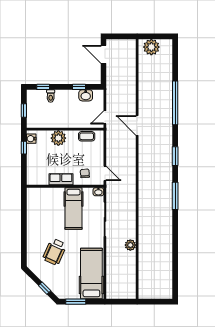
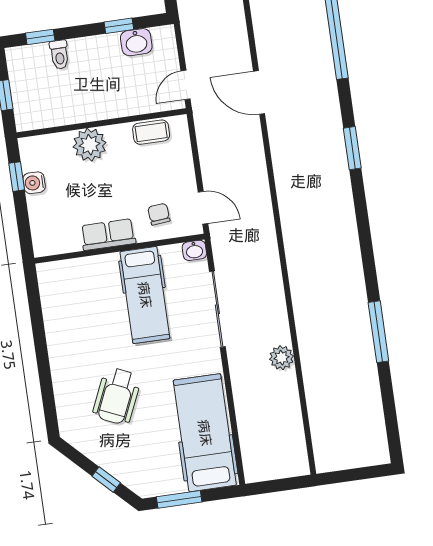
water cooler: (31, 139) -> (34, 183), moved
window: (175, 196) -> (378, 332), moved

